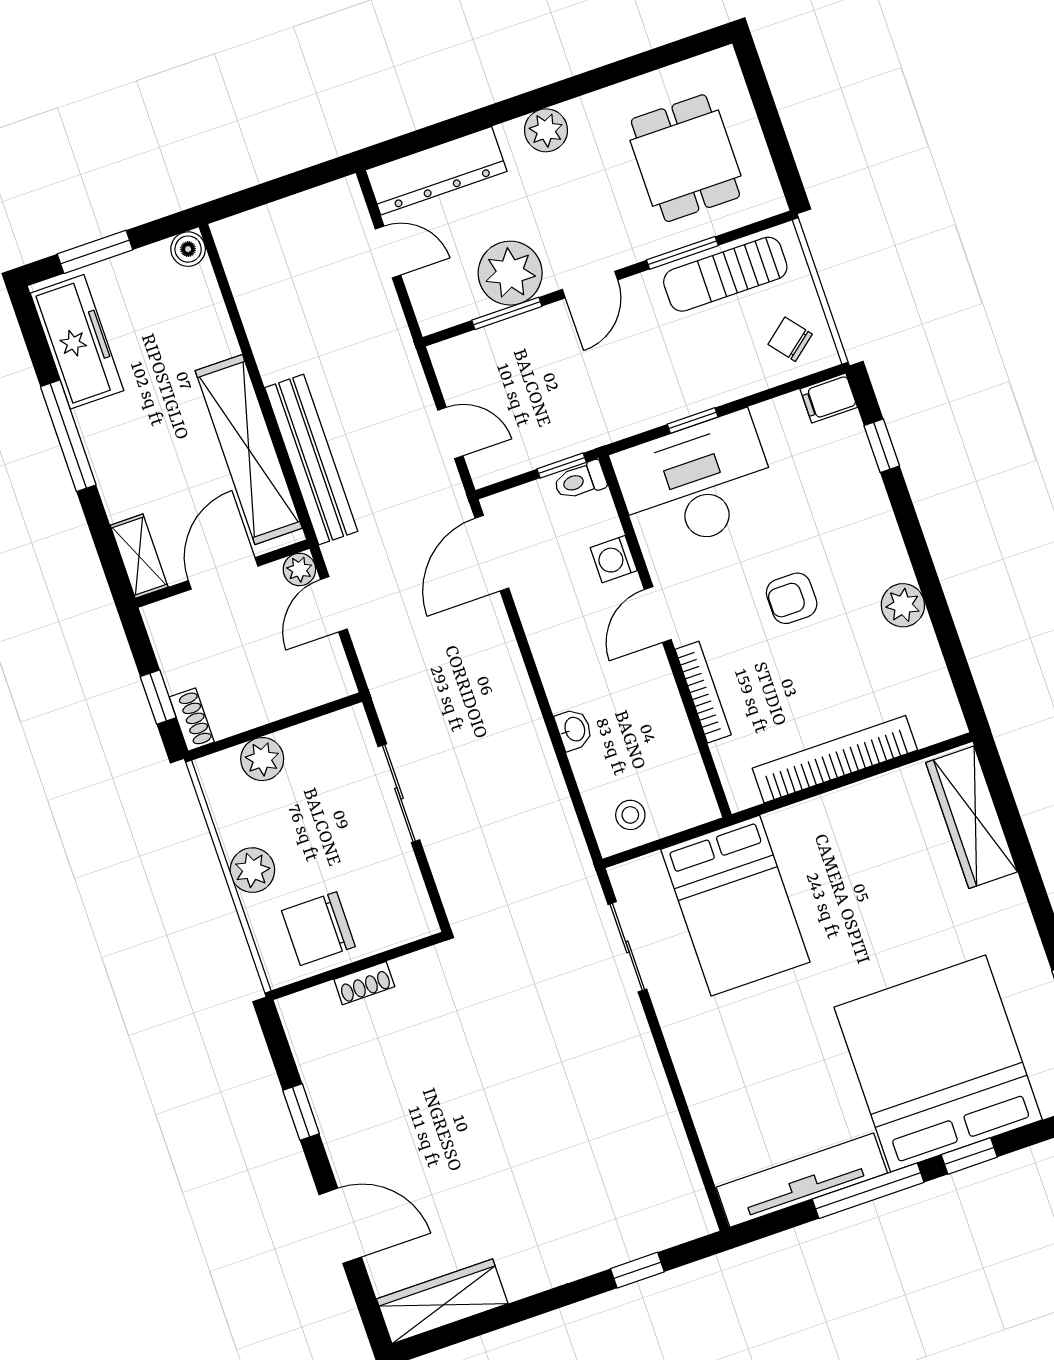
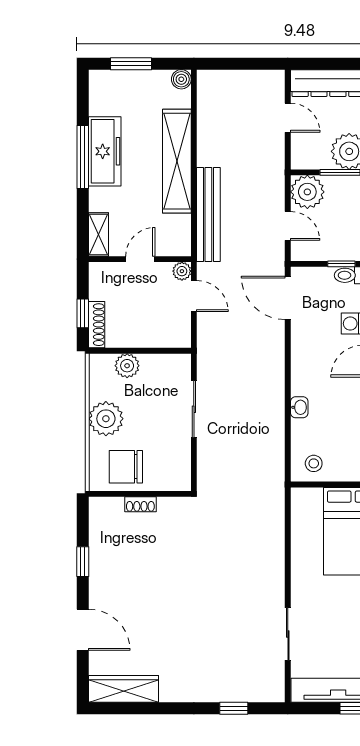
freezer: (77, 342) -> (105, 151), moved
plant: (464, 365) -> (307, 192), added
shelving: (249, 449) -> (177, 161), moved
door: (492, 553) -> (288, 298), hinge flipped
door: (223, 573) -> (140, 259), width x0.73
door: (334, 604) -> (194, 296), swing flipped
shoe rack: (192, 720) -> (97, 325), width x1.43
plant: (252, 870) -> (106, 419), width x1.36, depth x1.36
sliding door: (627, 947) -> (288, 634), moved

